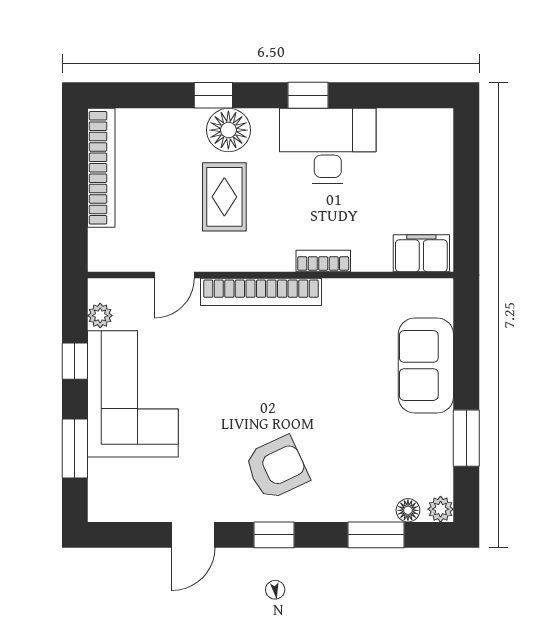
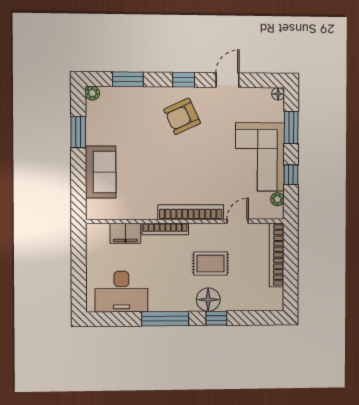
window: (308, 95) -> (165, 319), width x2.17
desk: (328, 146) -> (121, 292), moved
bookcase: (101, 168) -> (277, 255), moved
rug: (224, 197) -> (210, 264), turned 90
filing cabinet: (421, 253) -> (125, 233), moved
bookcase: (323, 261) -> (165, 229), width x1.56
floor lamp: (408, 510) -> (278, 94), moved

